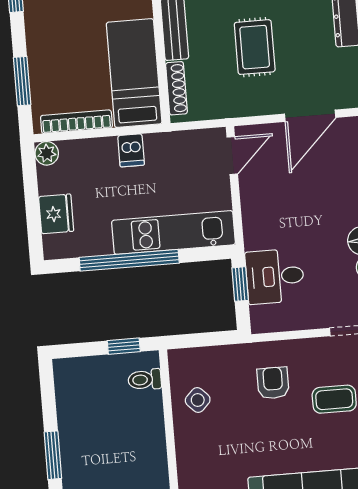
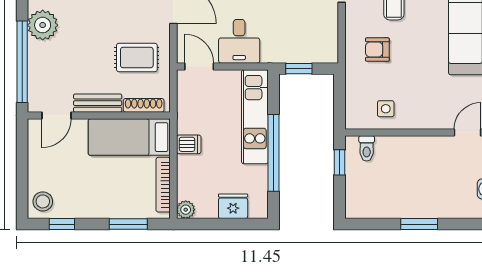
rug: (255, 47) -> (137, 58), moved
desk: (275, 276) -> (239, 41), moved
side table: (198, 400) -> (386, 109), turned 45

